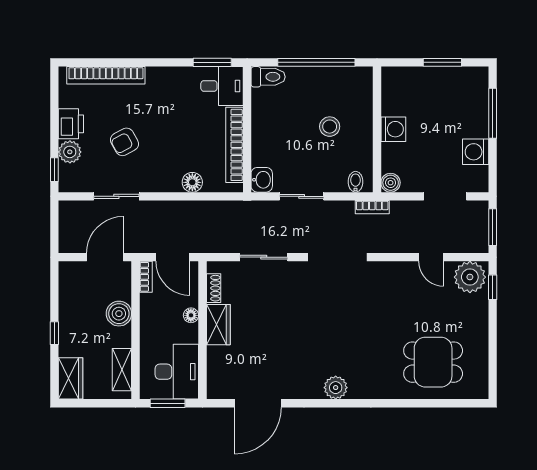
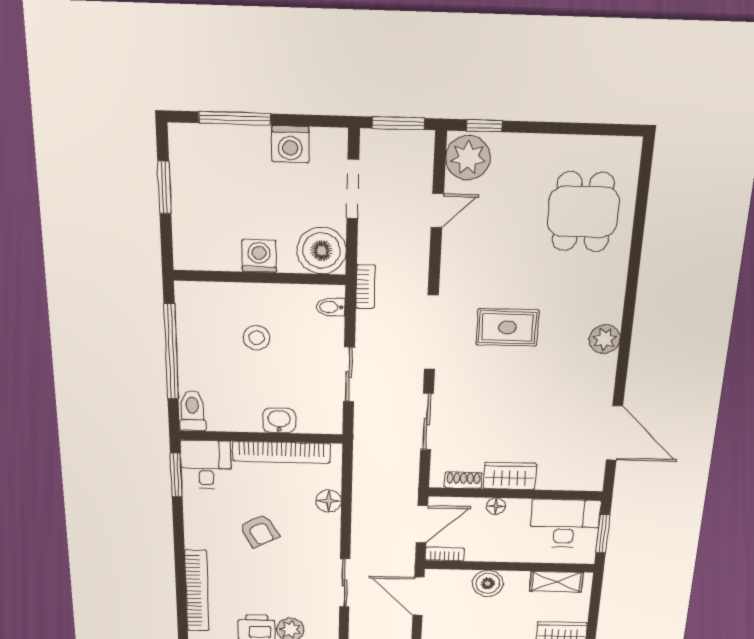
armchair: (124, 142) -> (259, 531), moved
washbasin: (262, 180) -> (279, 420), moved
boiler: (391, 183) -> (322, 251), width x1.86, depth x1.86
rug: (343, 314) -> (507, 327), added

